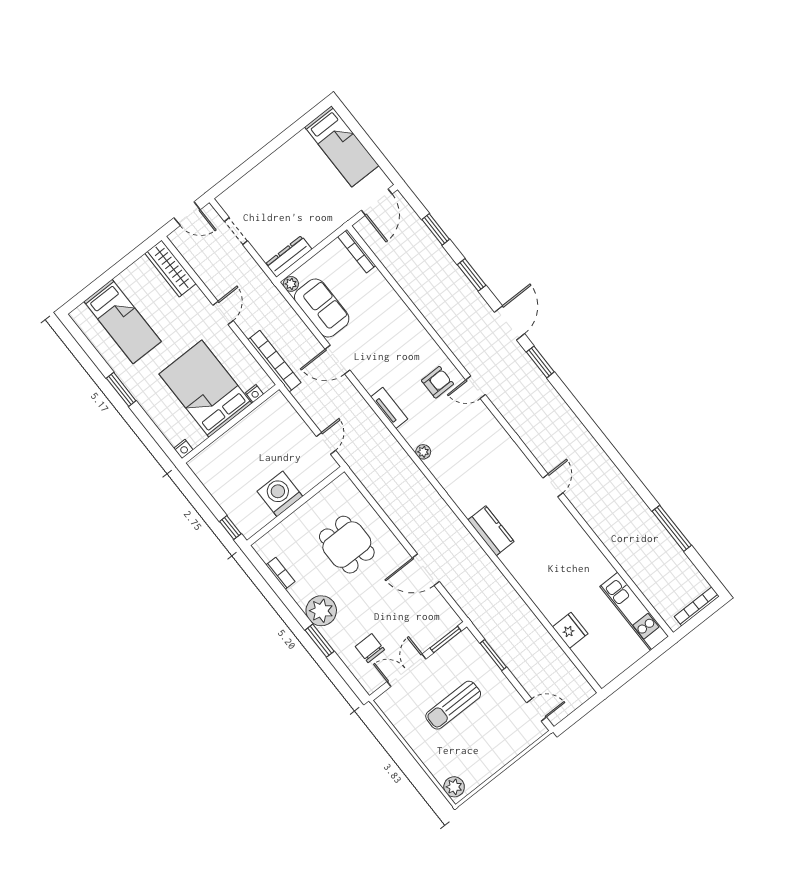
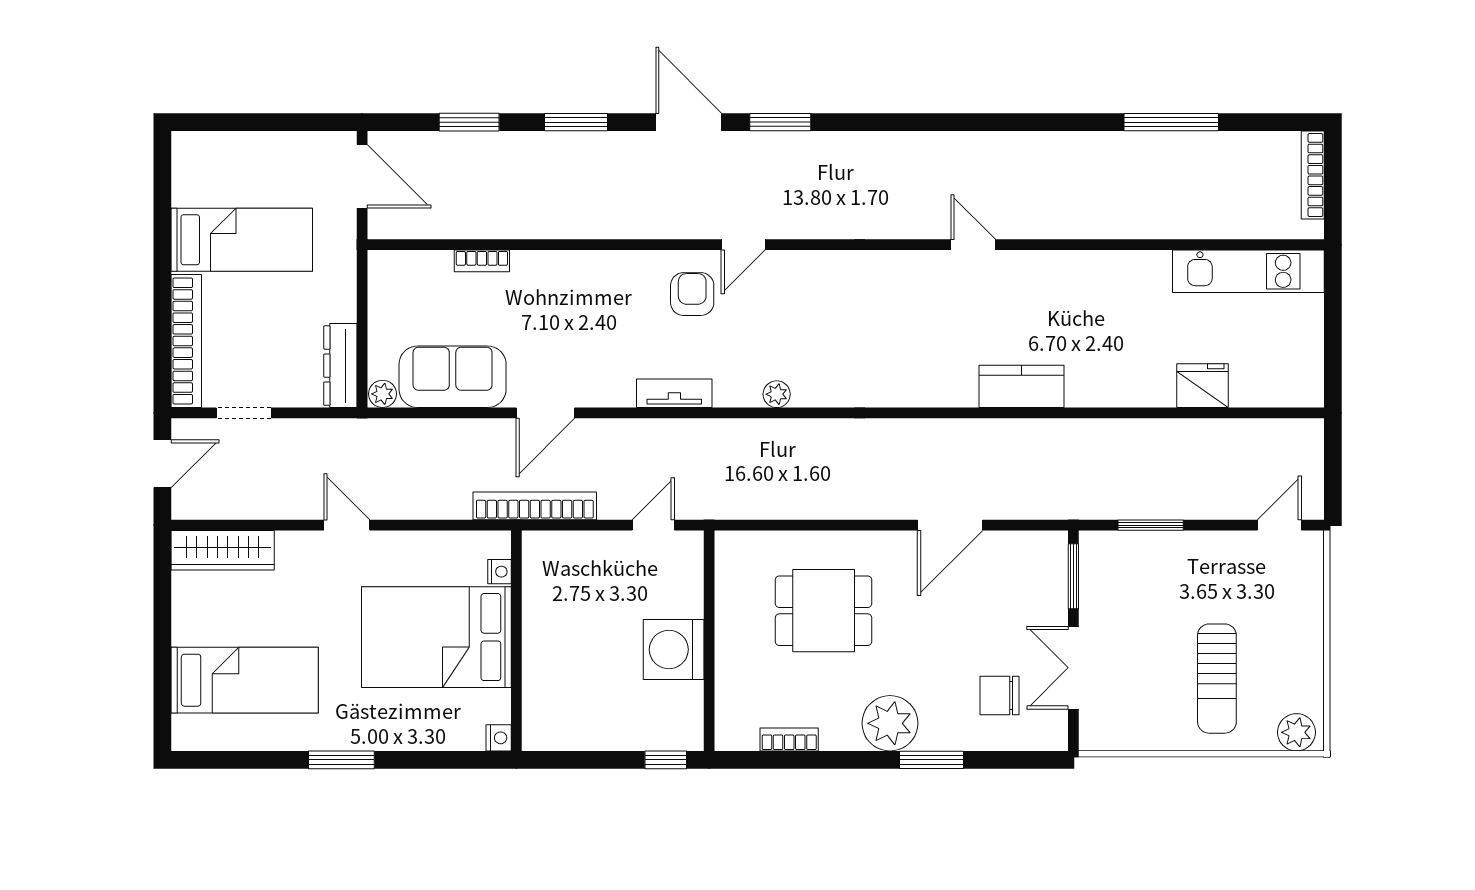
bed: (342, 146) -> (242, 240), moved
bookcase: (247, 183) -> (186, 341), added
bookcase: (357, 251) -> (482, 261), moved, width x0.64
bookcase: (274, 361) -> (535, 506), moved
door: (326, 443) -> (653, 525), hinge flipped
kitchen counter: (491, 531) -> (1022, 386), moved
sun lounger: (453, 705) -> (1217, 679), moved

